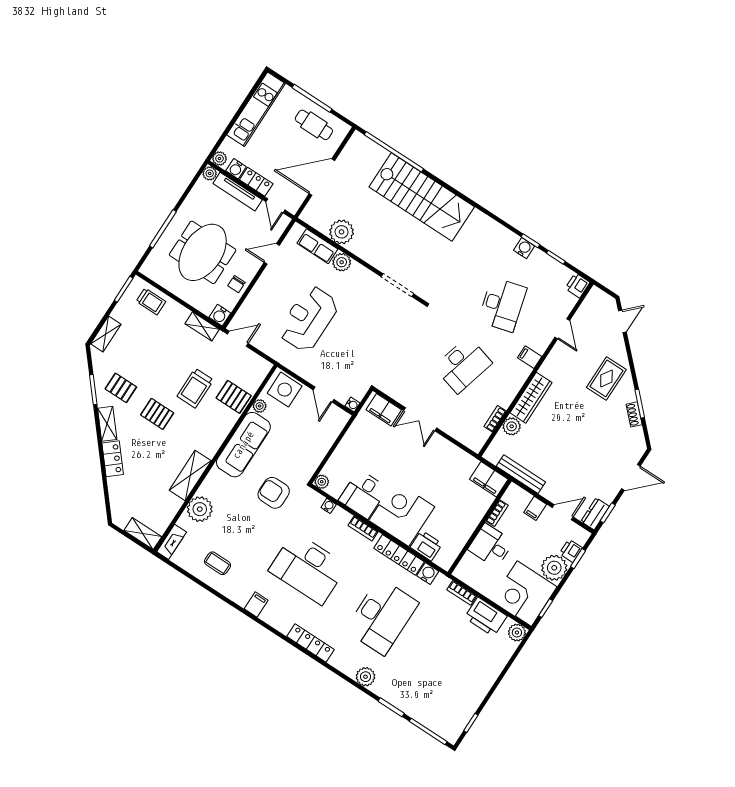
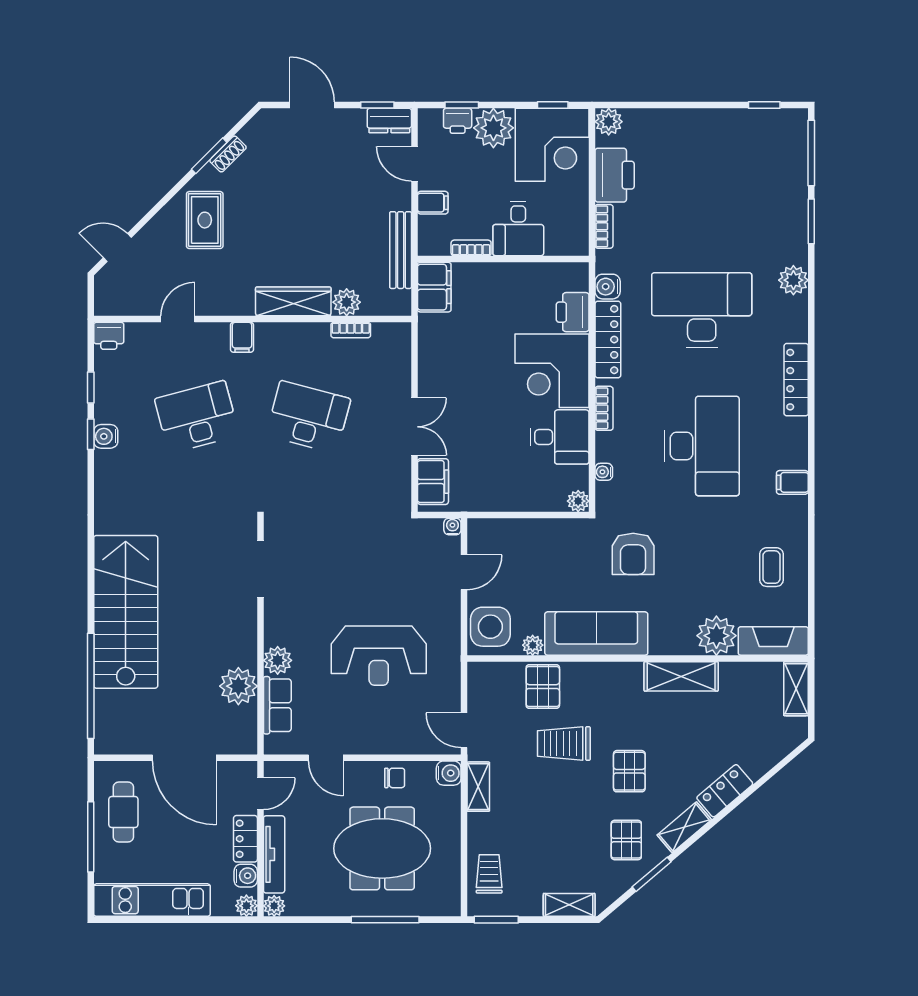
rug: (606, 378) -> (205, 220), turned 90
trolley: (195, 388) -> (564, 744), turned 180
fireplace: (172, 542) -> (773, 641), width x1.37, depth x1.32

